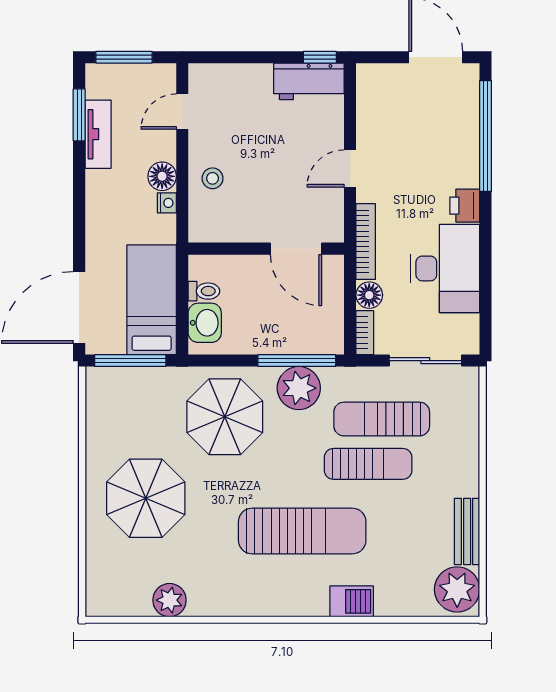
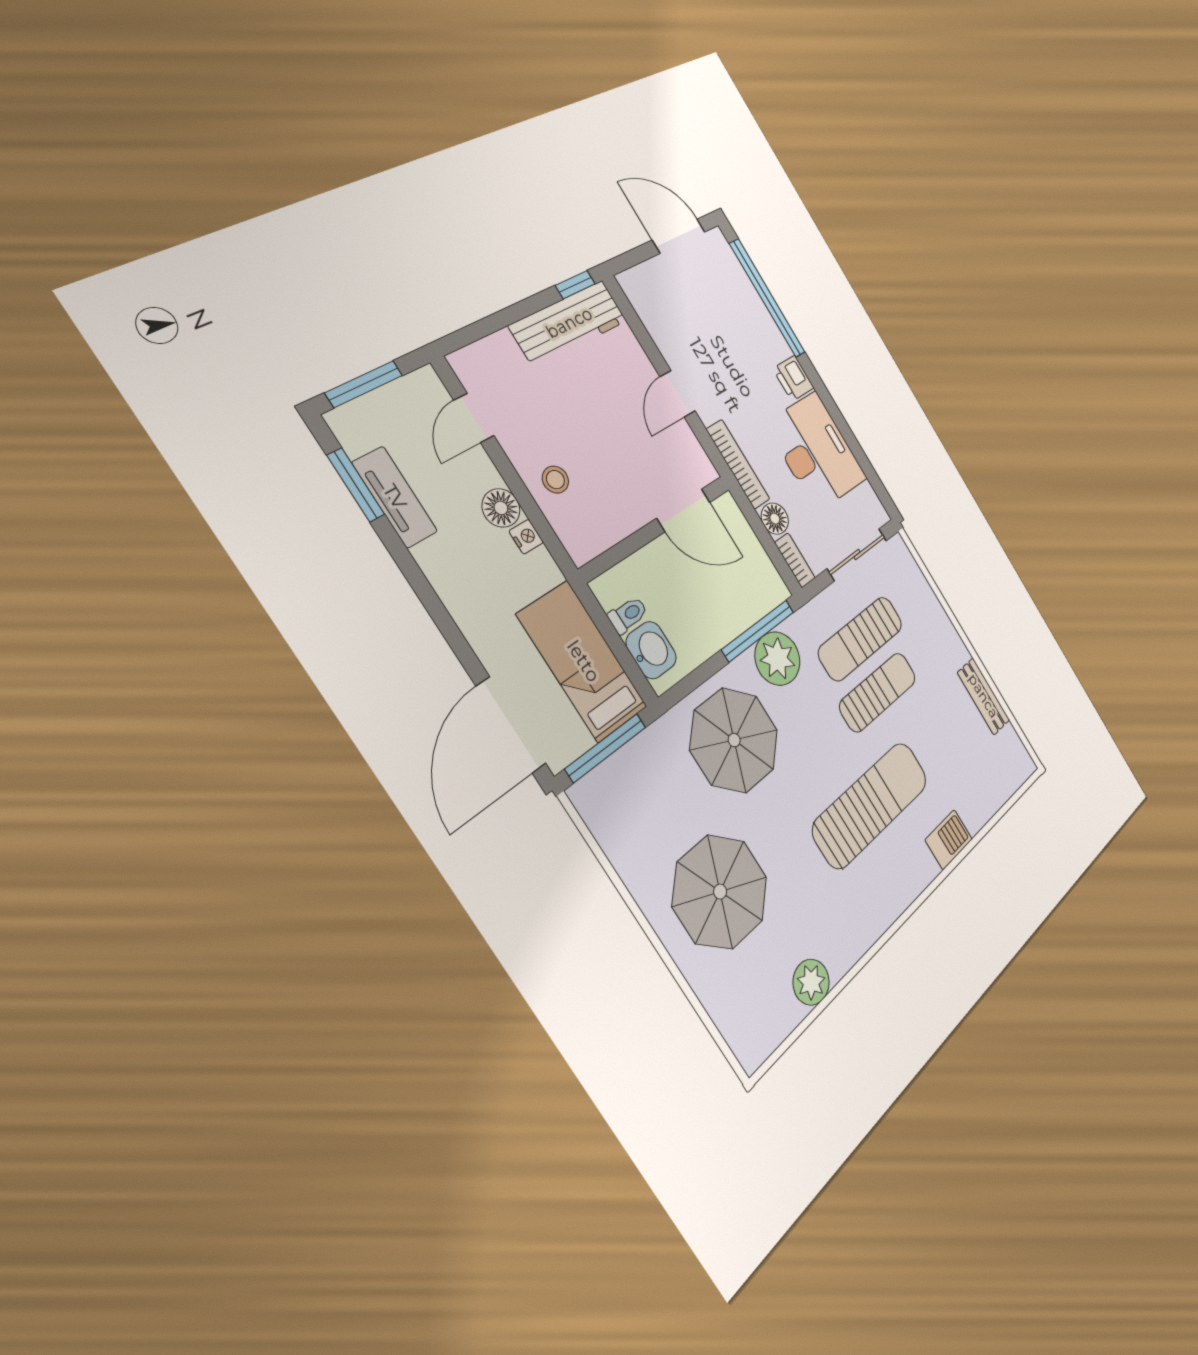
workbench: (309, 81) -> (569, 323), width x1.38
plant: (457, 589) -> (1010, 757), removed

